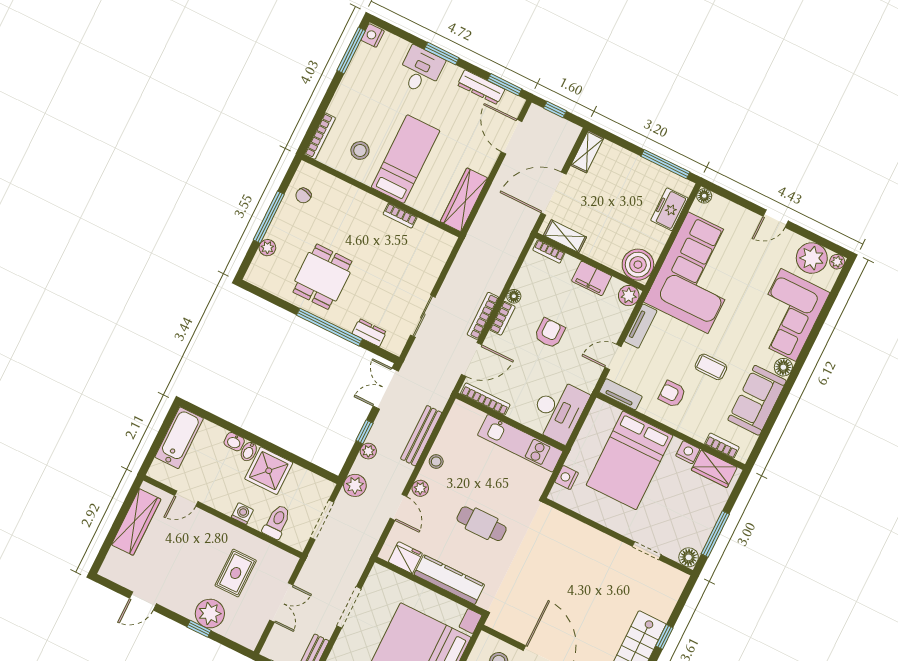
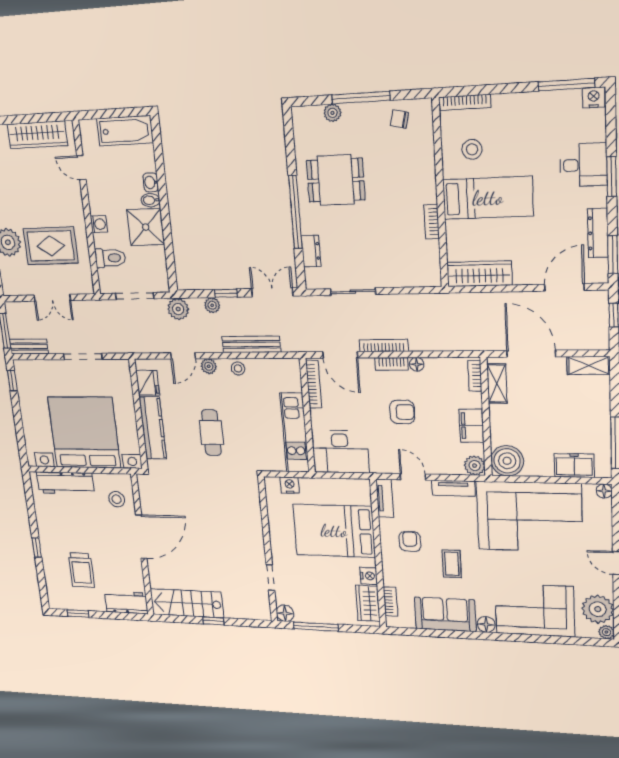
rug: (236, 573) -> (51, 246), width x1.36, depth x1.43

